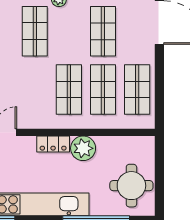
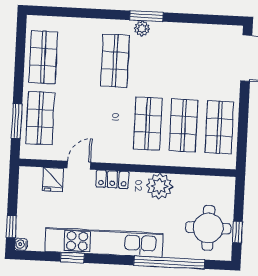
shop shelf: (103, 31) -> (187, 64), removed
locker: (53, 144) -> (112, 179), moved
window: (159, 188) -> (237, 232), added

